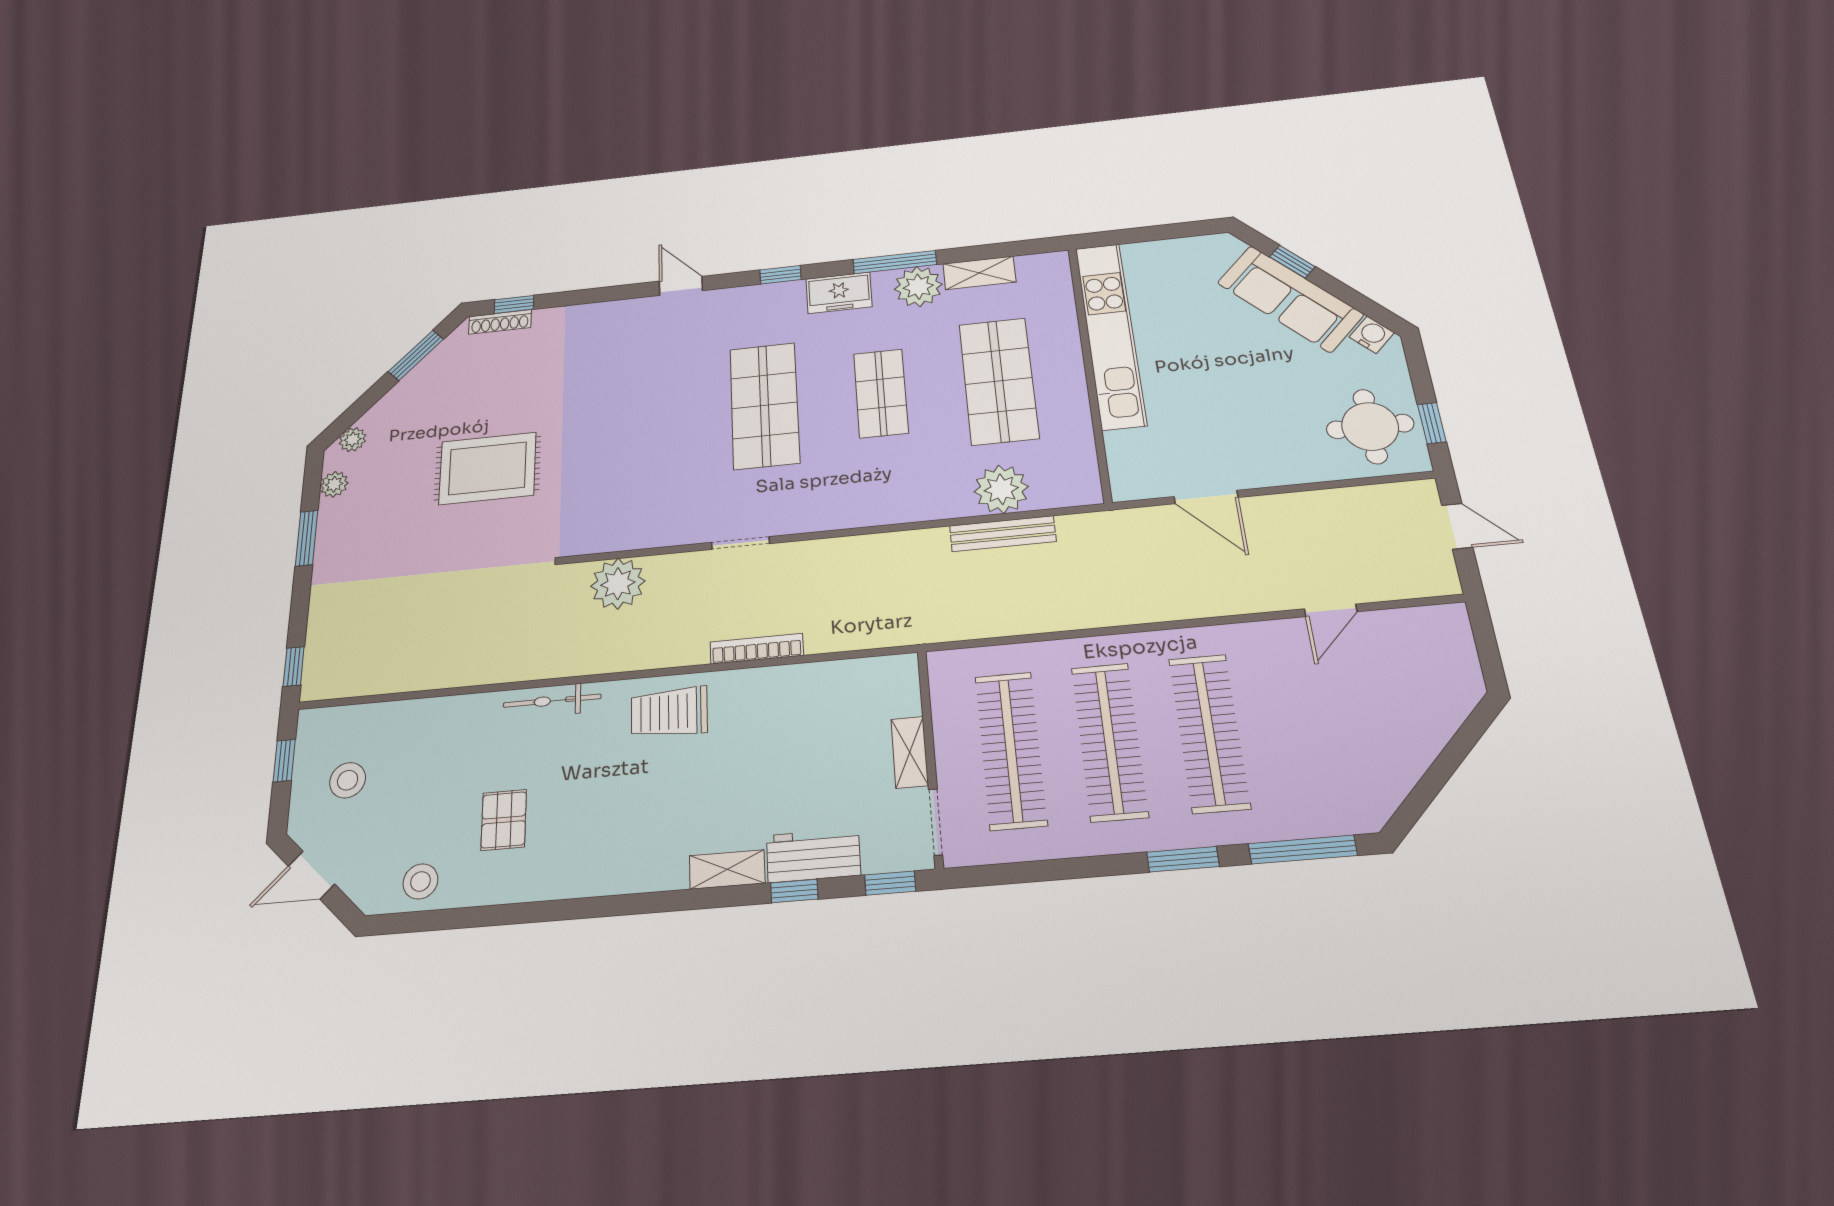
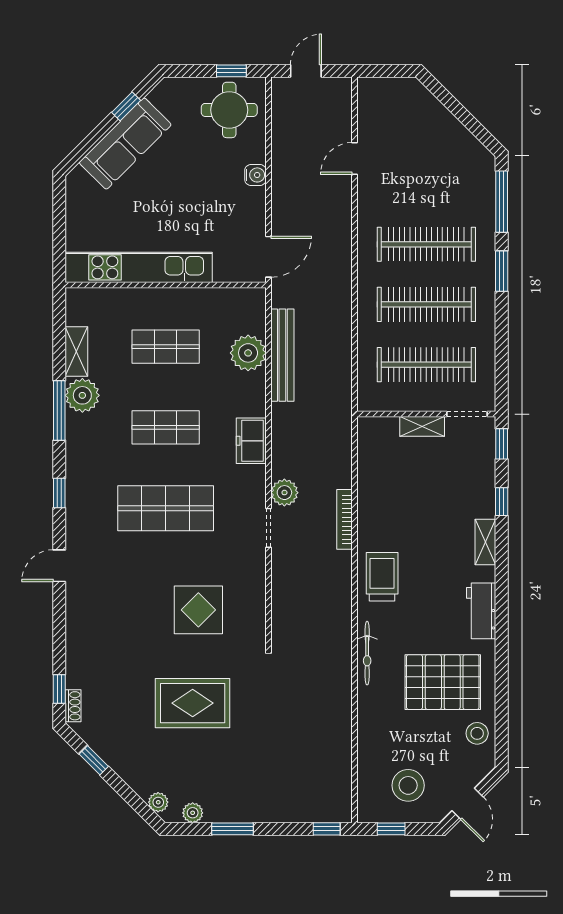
window: (1292, 262) -> (126, 106), moved
freezer: (839, 293) -> (251, 441), moved, turned 180
shoe rack: (500, 322) -> (73, 706), width x0.70
water cooler: (1372, 335) -> (255, 175), moved, turned 135
window: (416, 355) -> (94, 760), width x0.67
shop shelf: (999, 381) -> (166, 347), width x0.70, depth x0.74
display table: (620, 462) -> (198, 610), added
rug: (487, 468) -> (193, 703), turned 90
door: (1206, 497) -> (268, 257), moved
bench: (1003, 534) -> (282, 355), width x1.37, depth x1.21
plant: (618, 584) -> (284, 493), moved, width x0.73, depth x0.73
door: (1331, 610) -> (355, 158), swing flipped
trolley: (669, 712) -> (382, 577), turned 180
stool: (348, 780) -> (408, 785), width x1.38, depth x1.38
pallet: (504, 820) -> (443, 682), width x2.05, depth x2.00
workbench: (813, 855) -> (481, 611), moved

